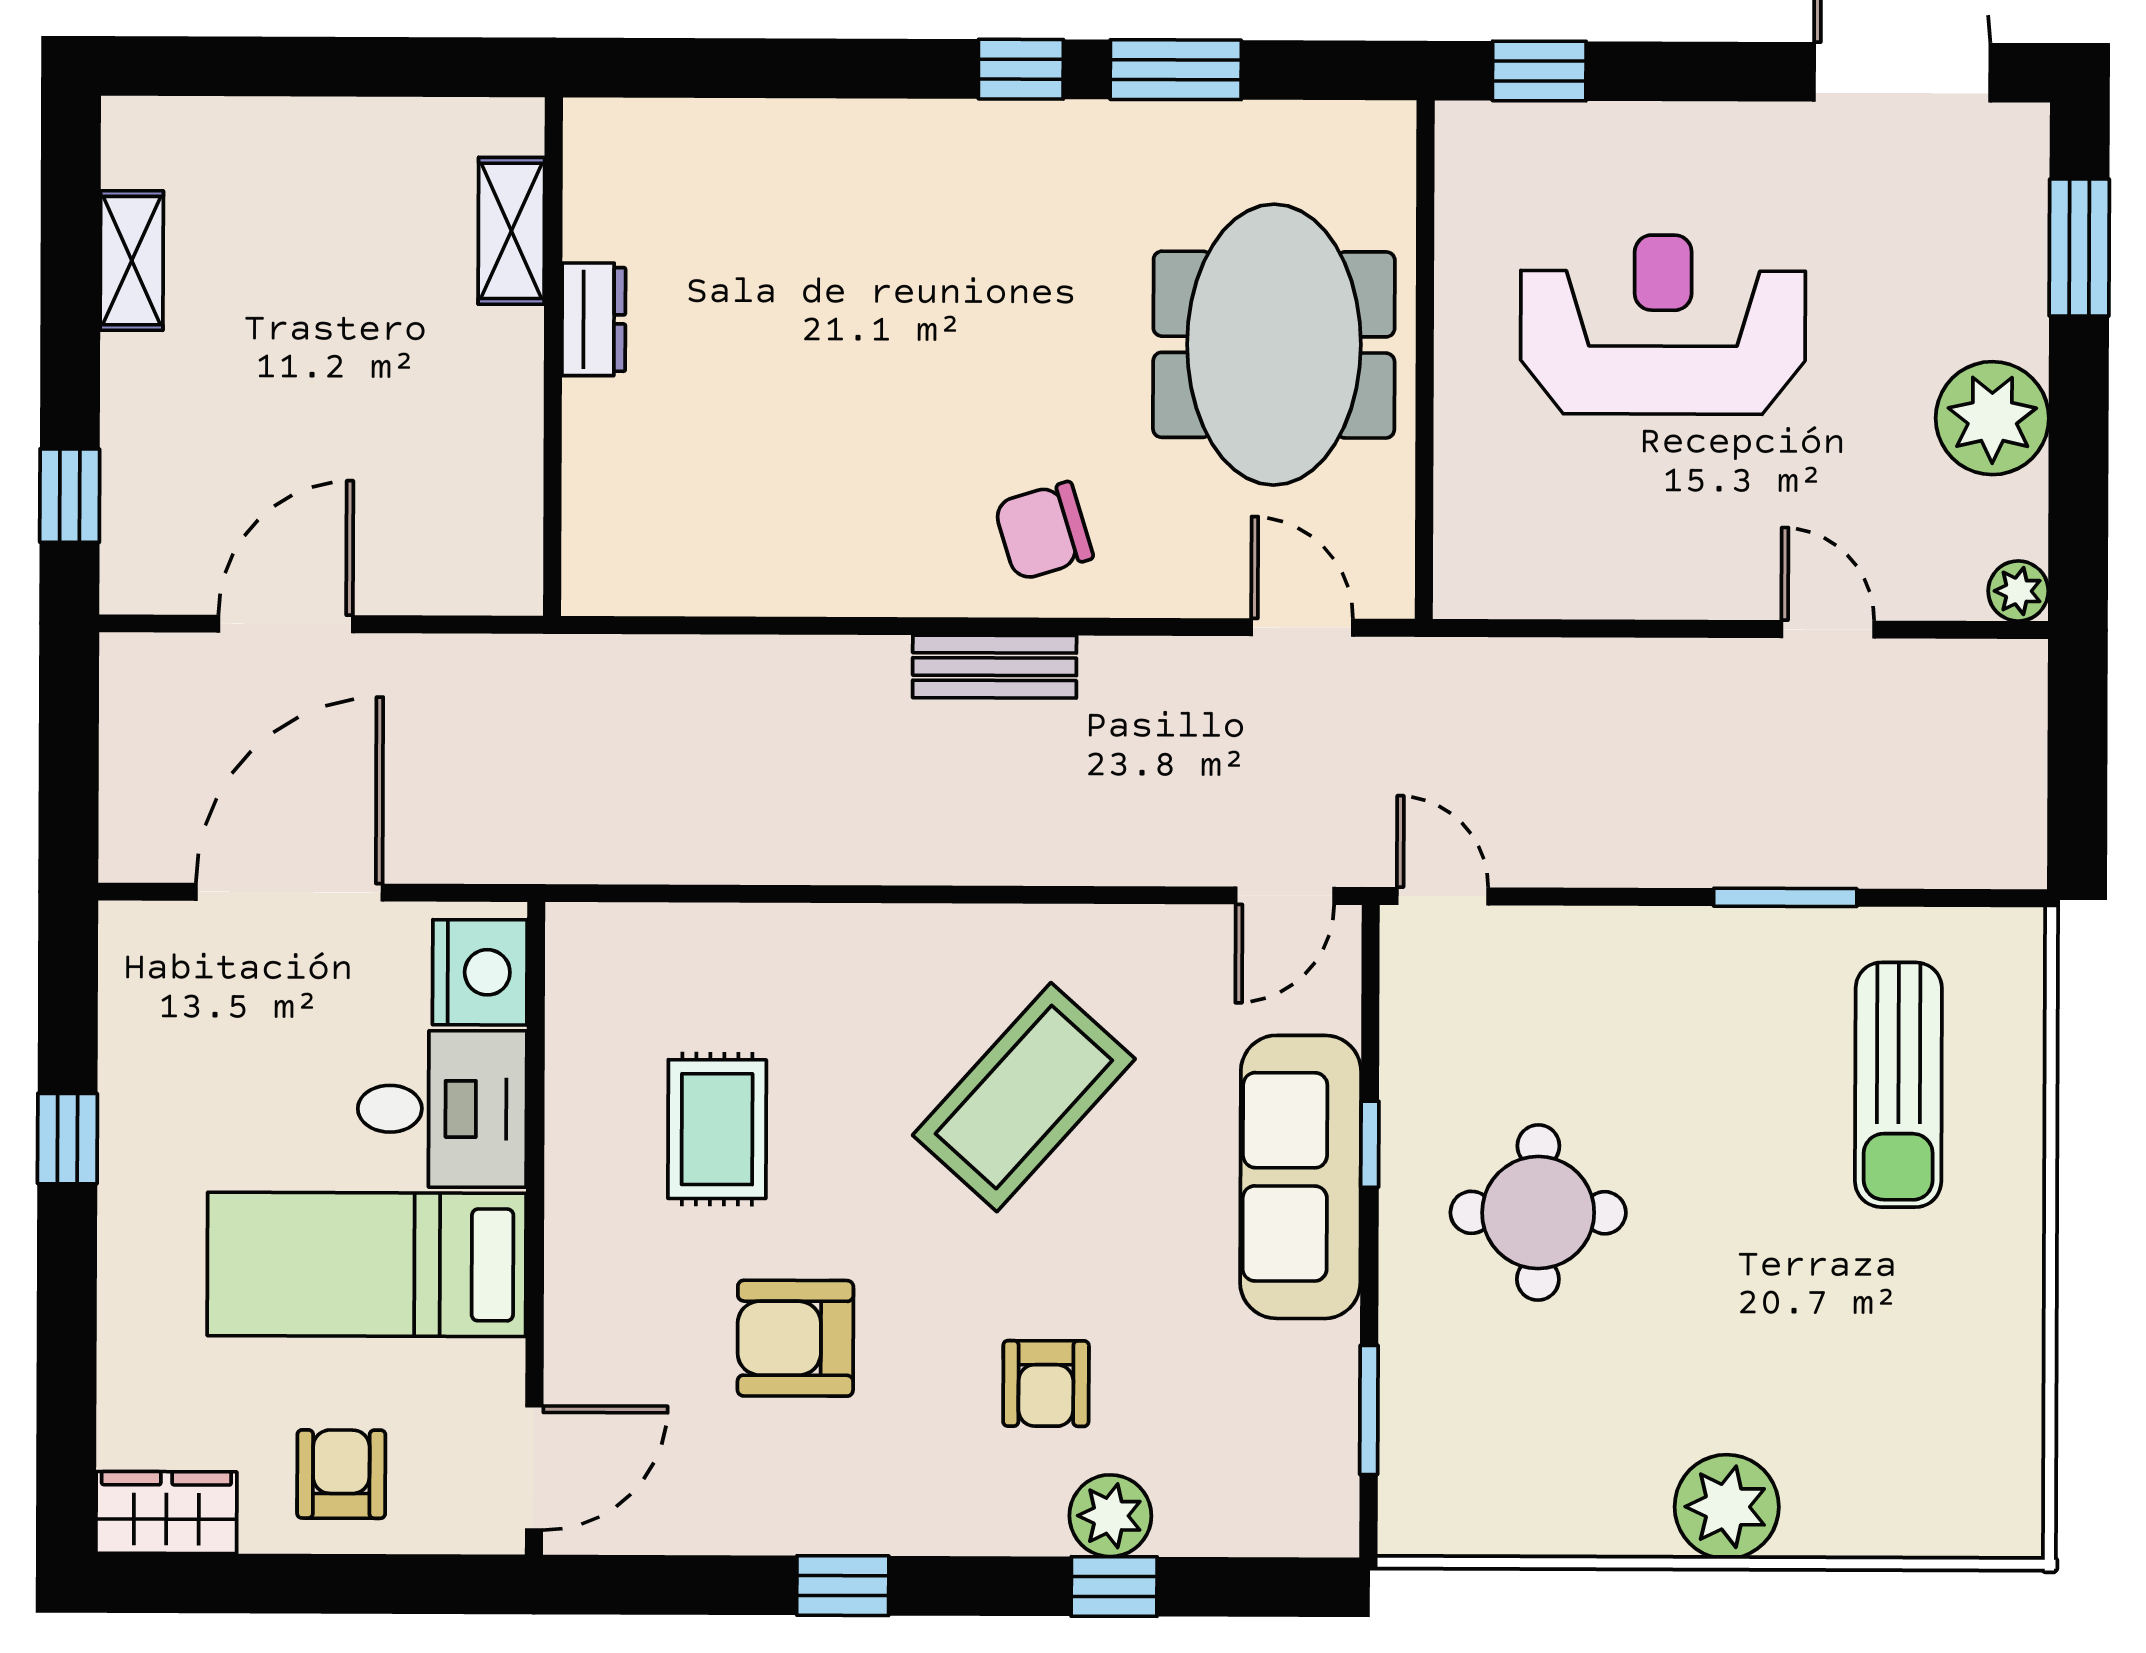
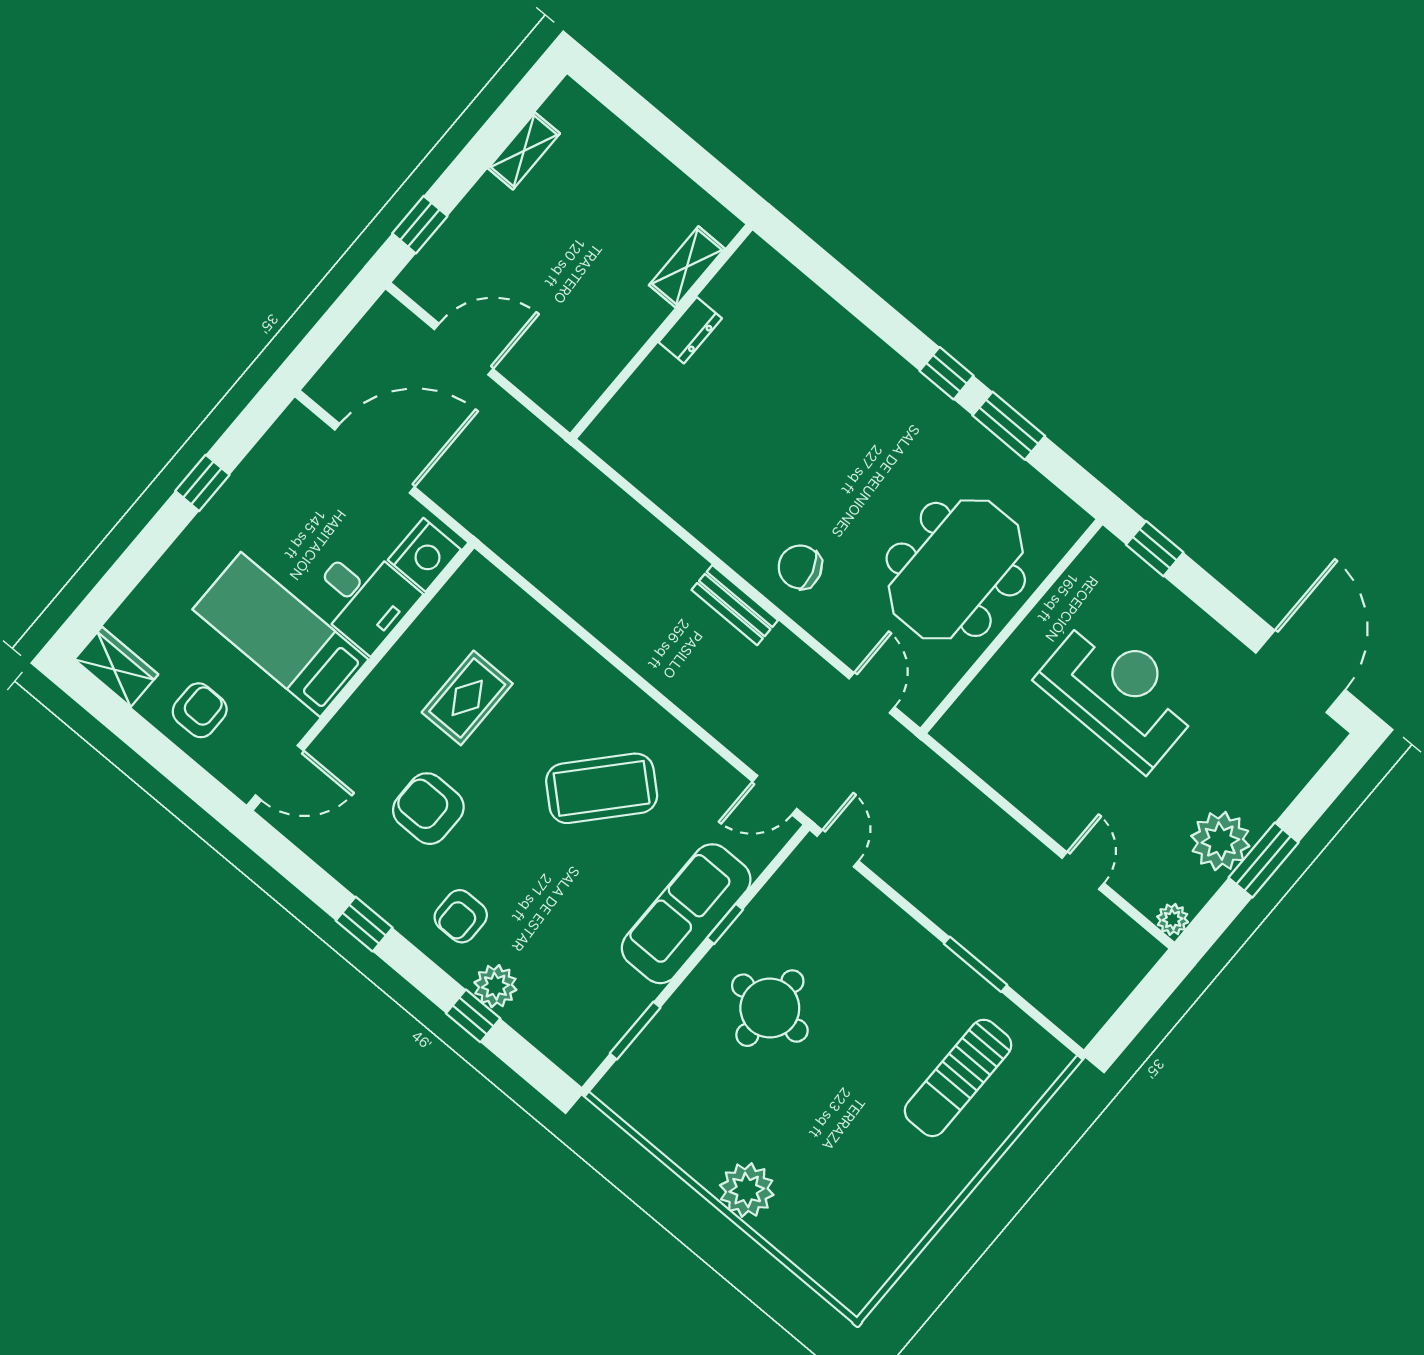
window: (2079, 248) -> (1264, 860), moved
armchair: (1046, 1383) -> (461, 916), moved

